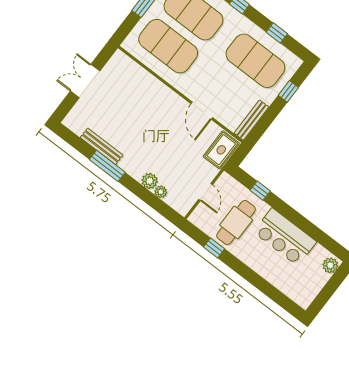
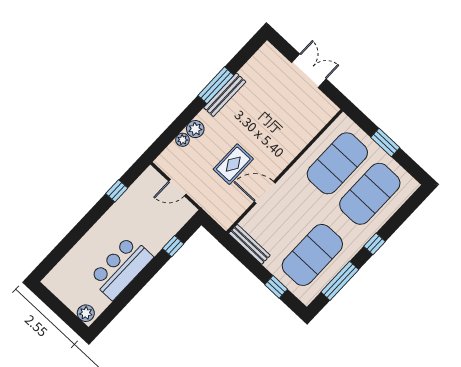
window: (277, 33) -> (340, 281), width x2.17
bench: (102, 146) -> (225, 95), moved
rug: (221, 150) -> (233, 164), moved, turned 90
cafe table: (236, 222) -> (142, 217), removed

